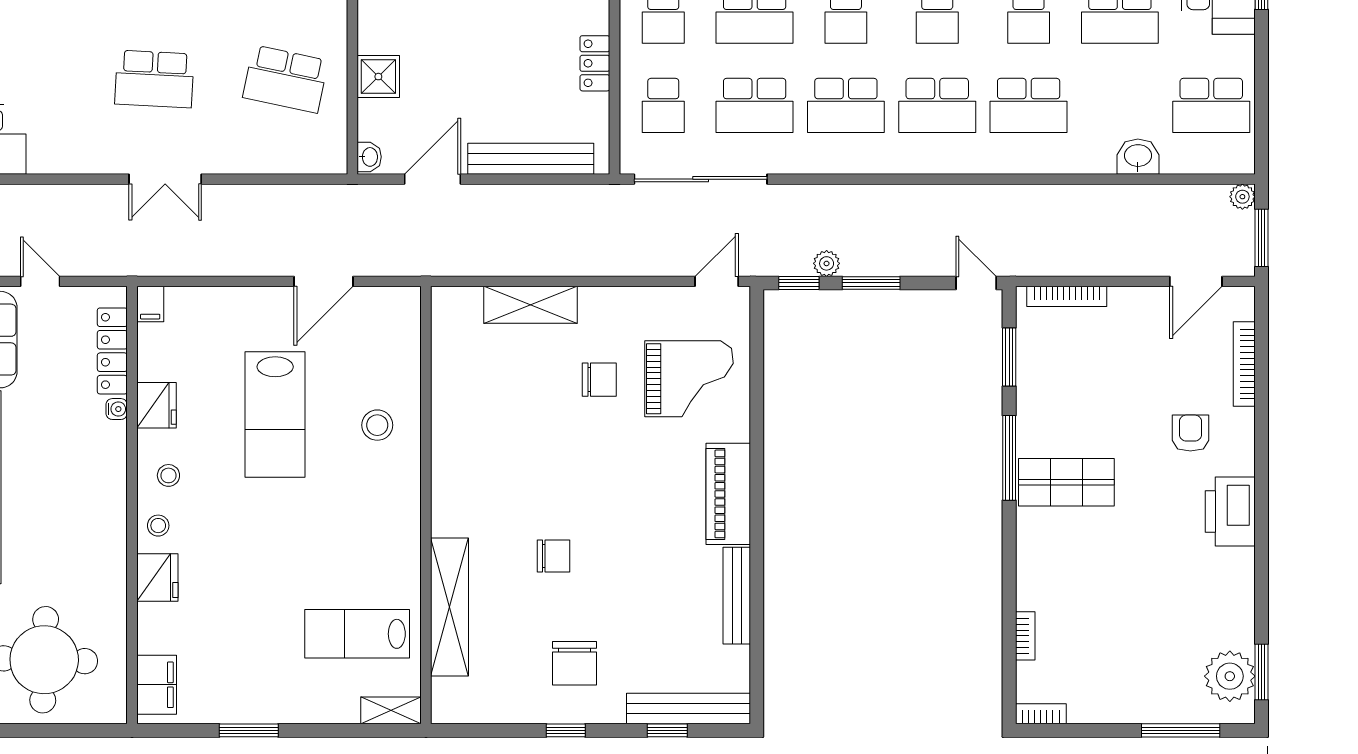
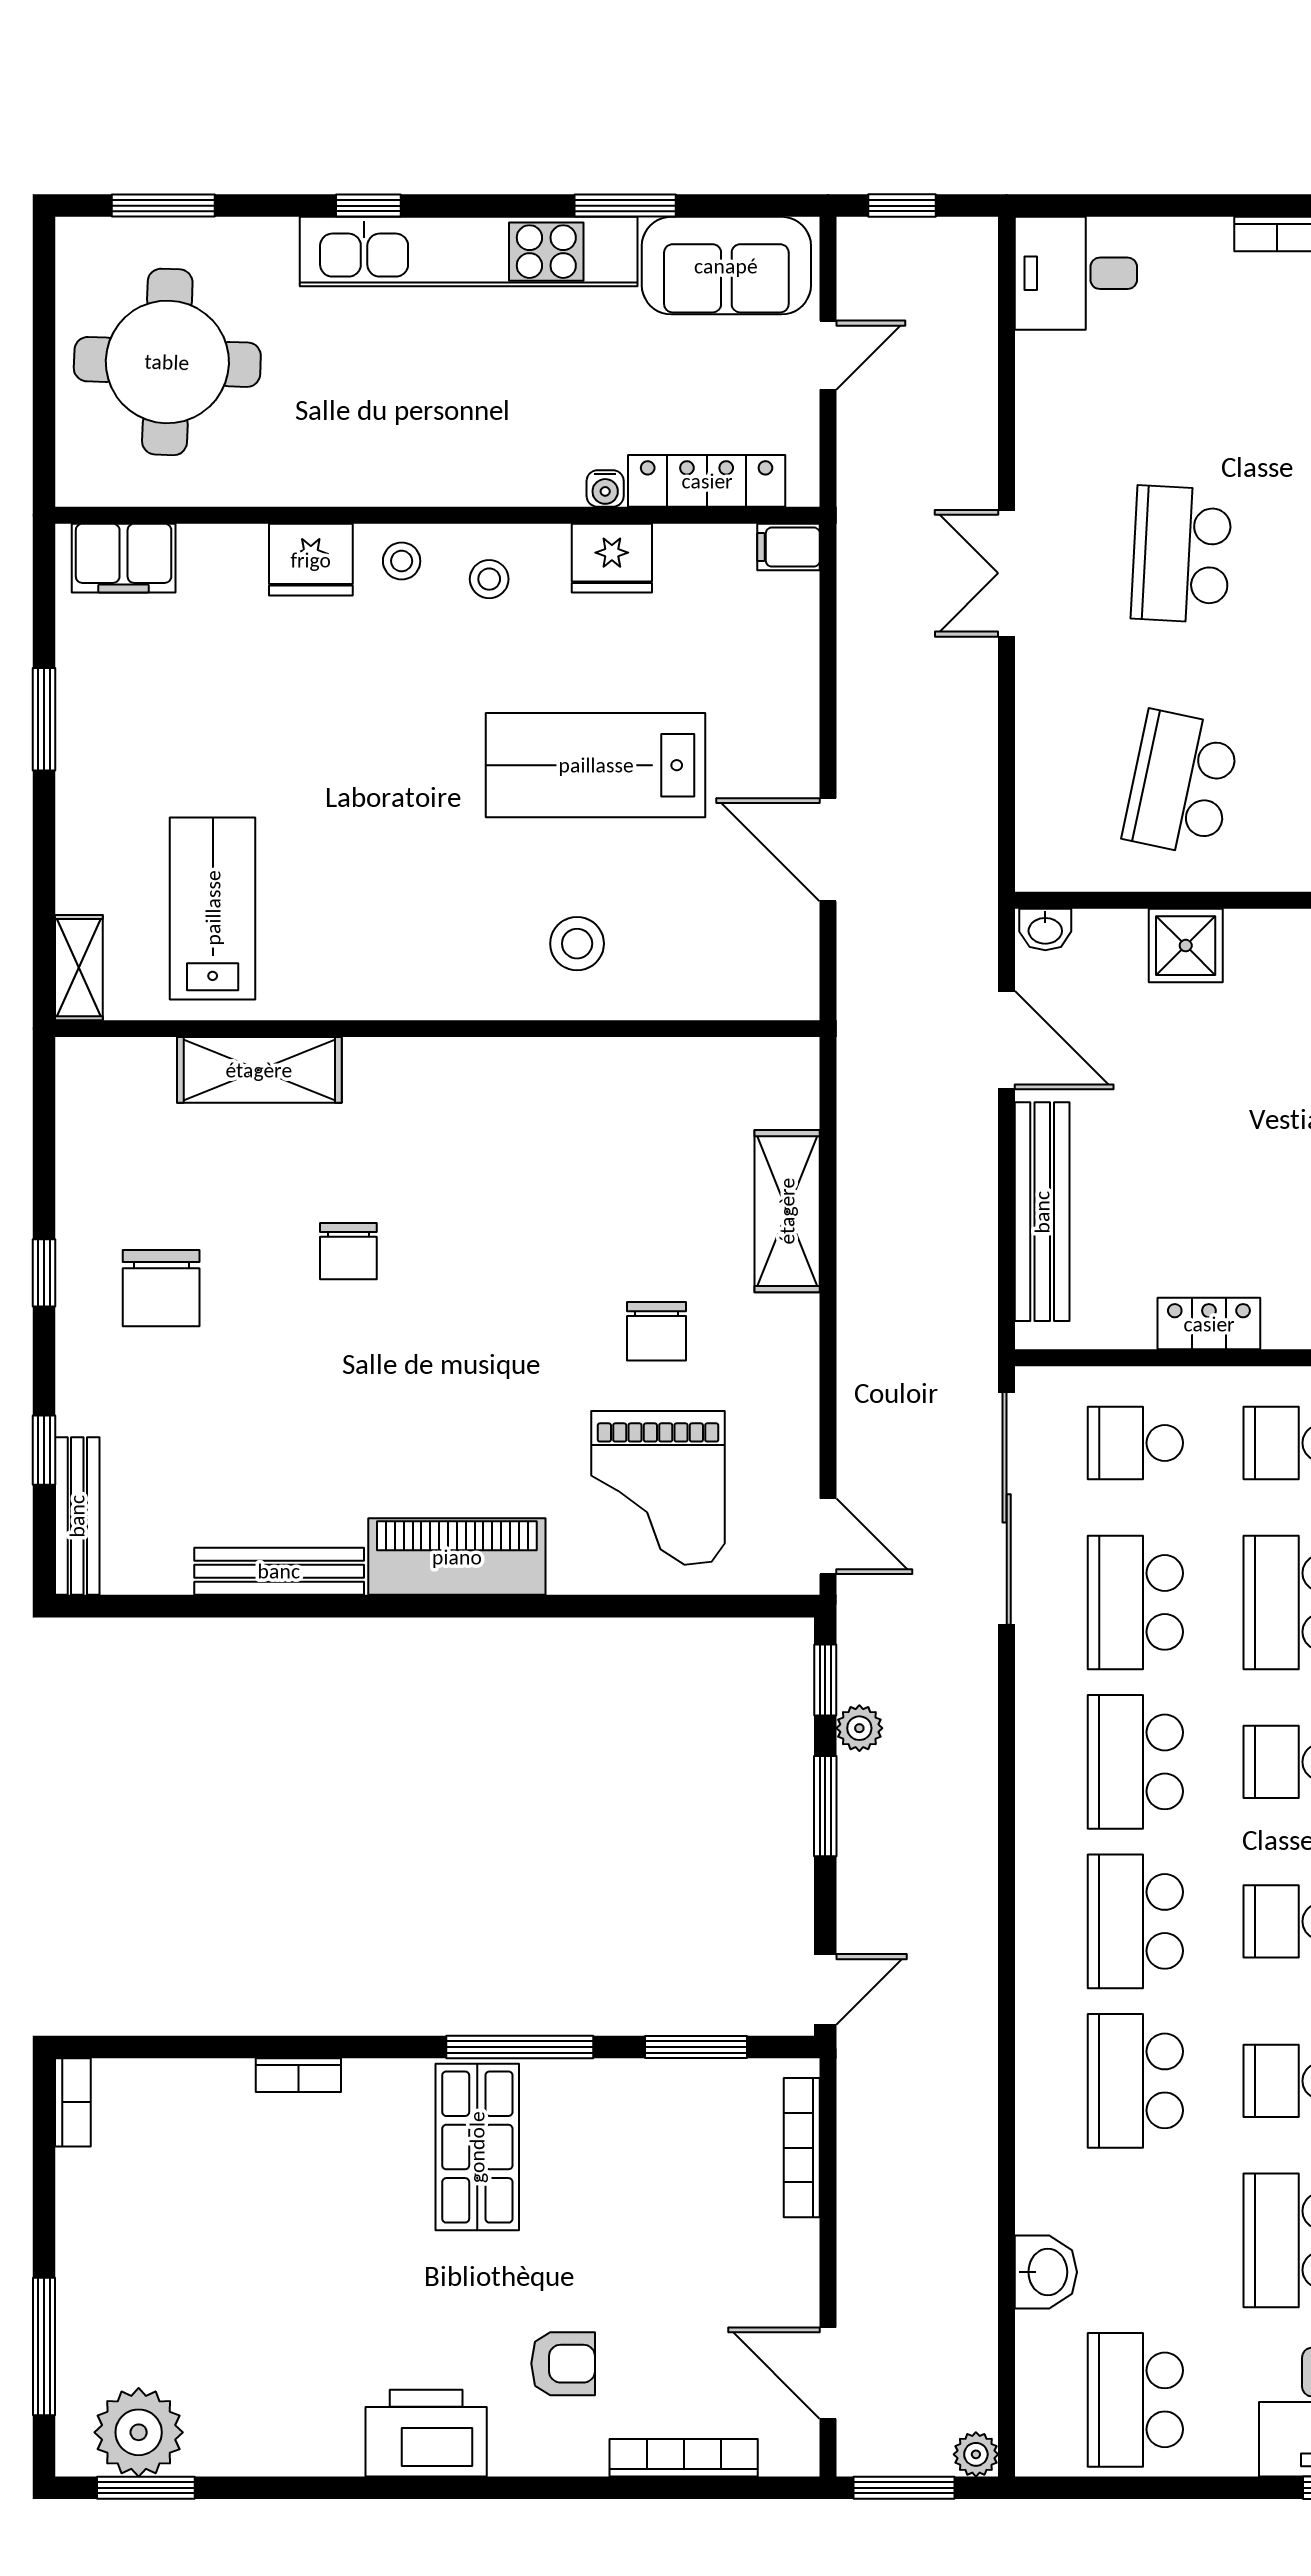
shelving: (450, 607) -> (259, 1070), width x0.68
bookcase: (1025, 636) -> (298, 2075), moved
chair: (575, 663) -> (161, 1288), turned -90
bench: (688, 709) -> (77, 1516), width x0.73, depth x0.82

